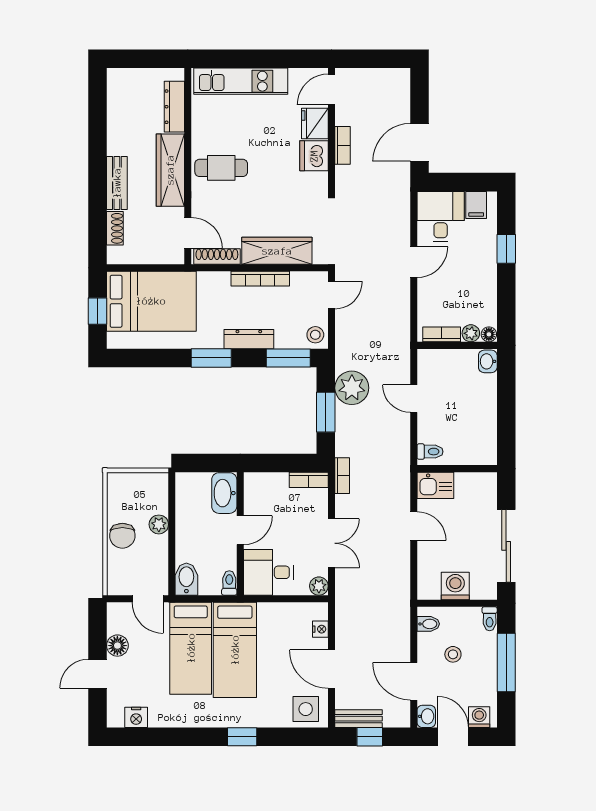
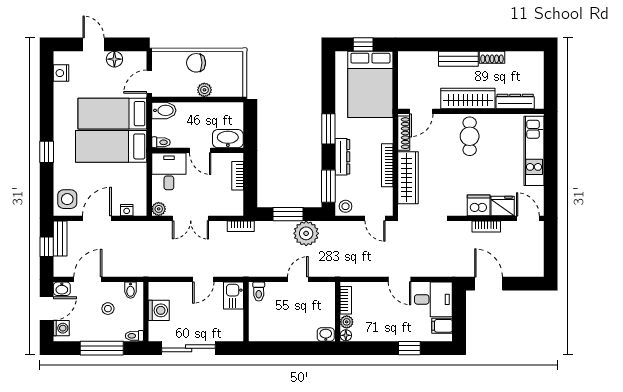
shoe rack: (115, 228) -> (492, 57), moved
bookcase: (309, 480) -> (238, 176), moved

